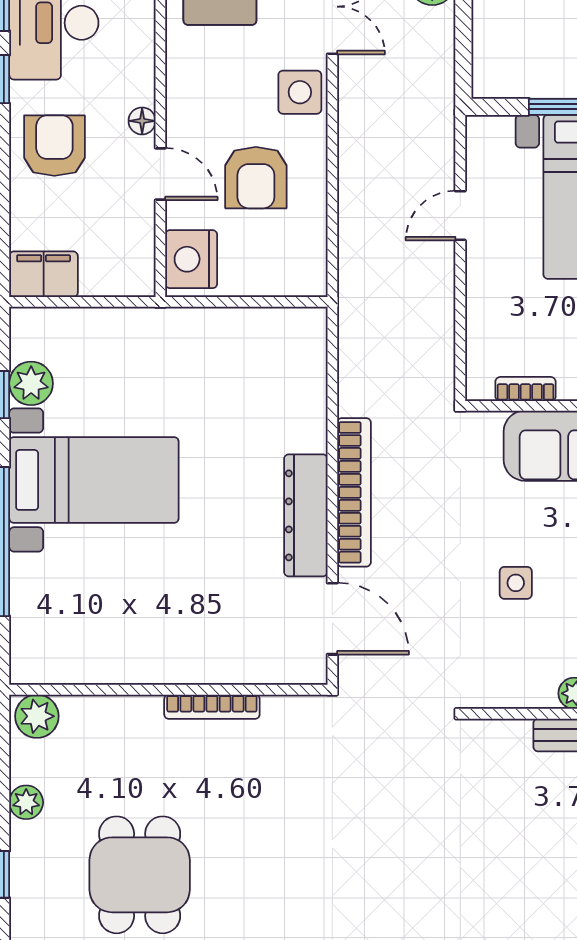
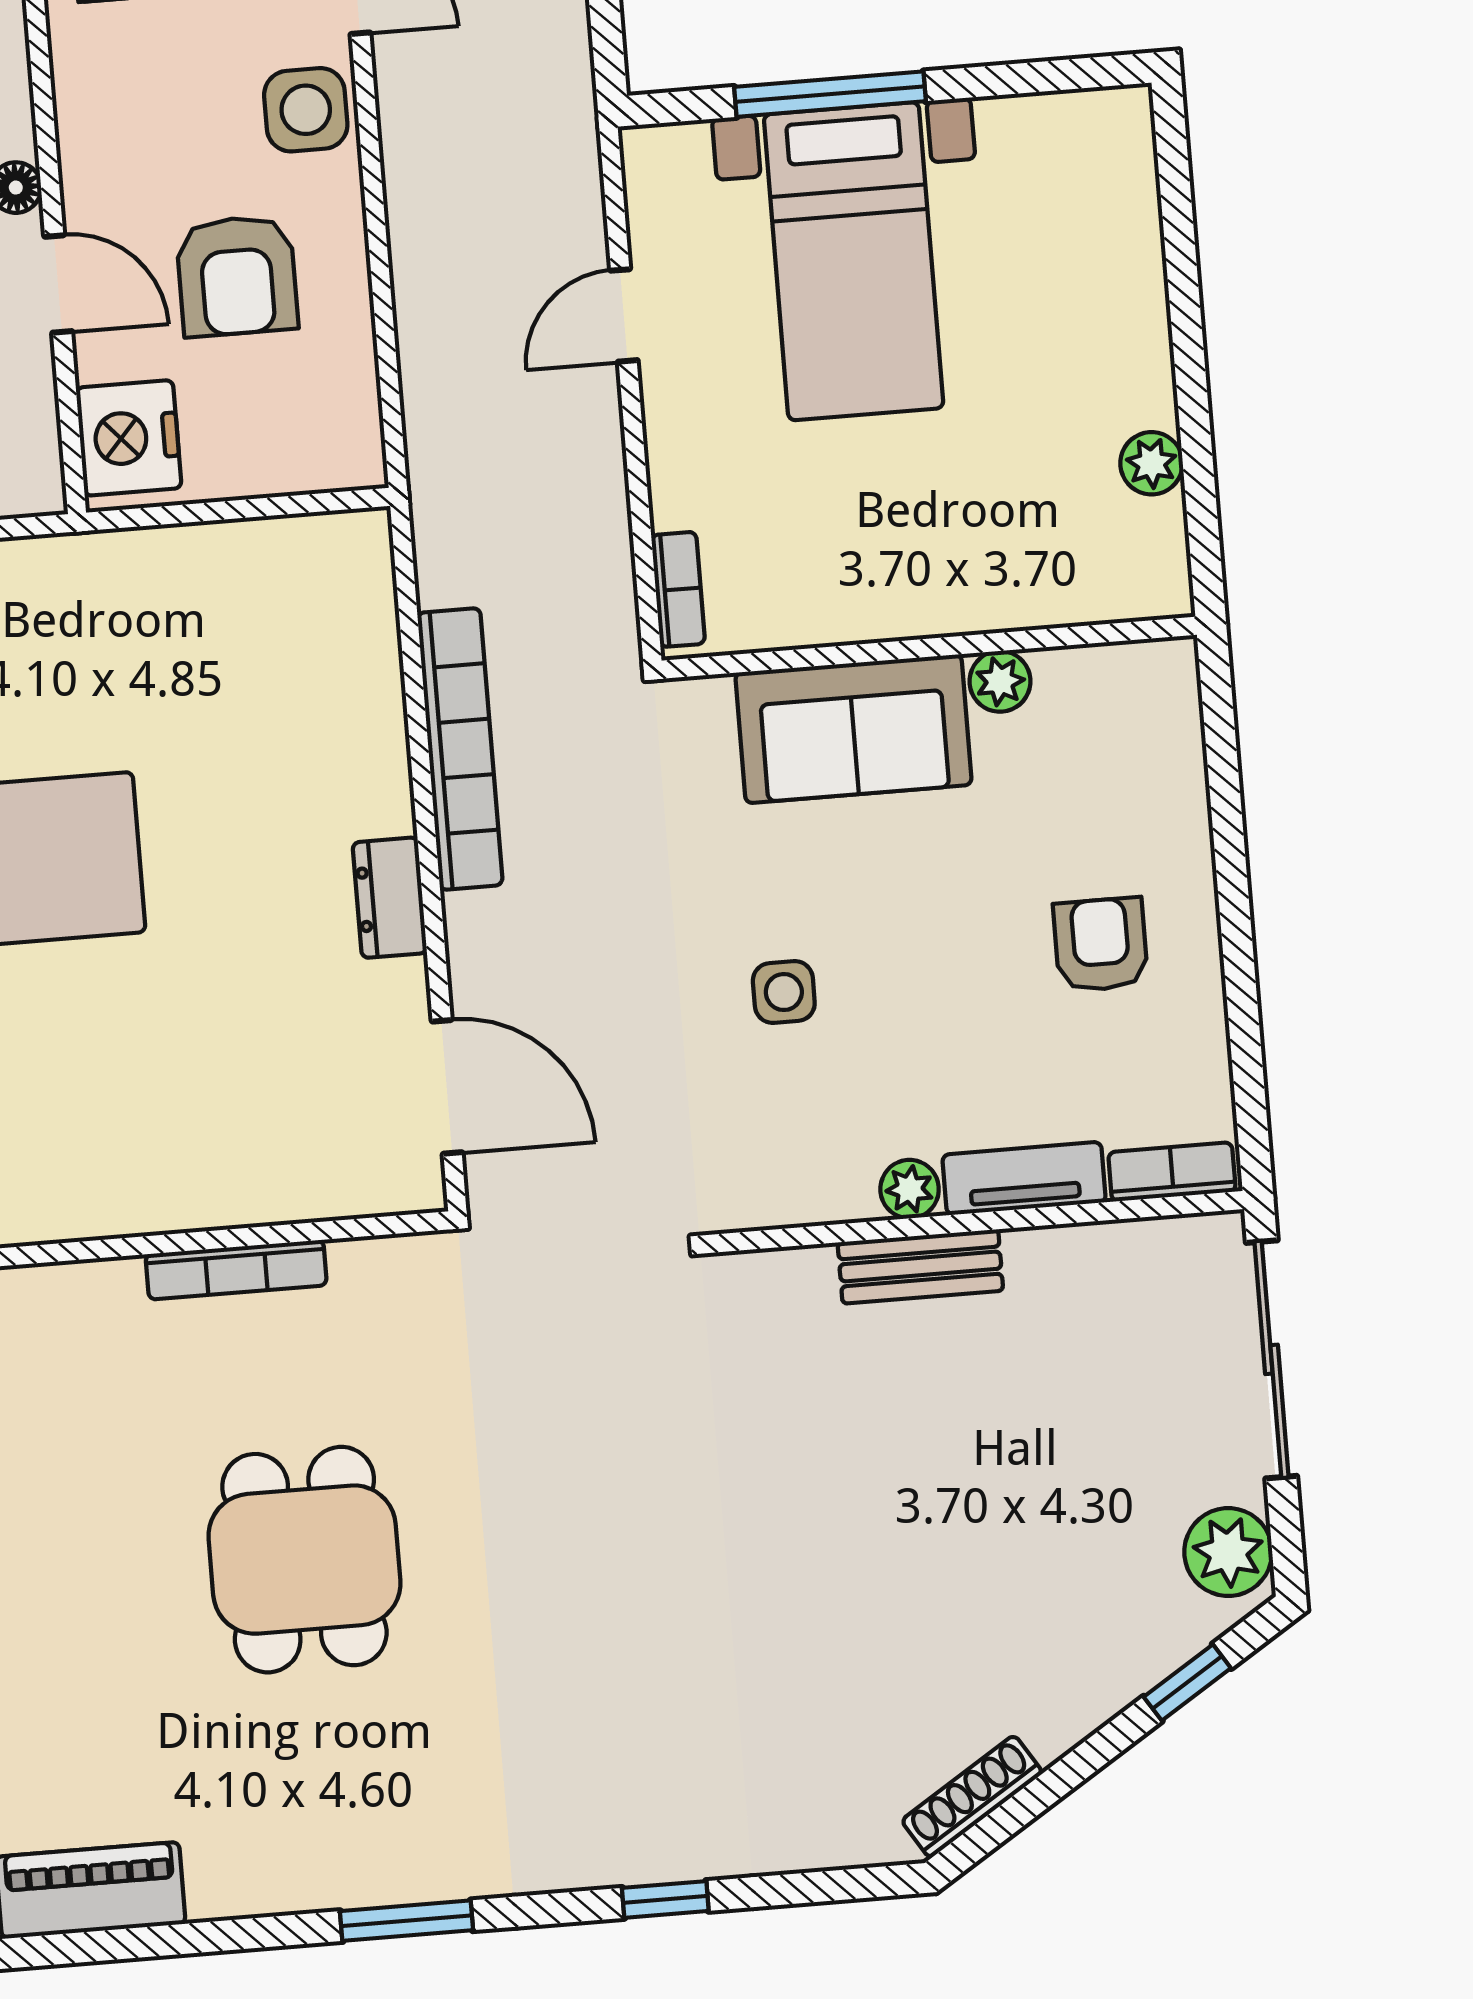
bookcase: (526, 389) -> (678, 589), moved, turned 90
bookcase: (354, 492) -> (460, 749), moved
dresser: (306, 515) -> (390, 898), width x0.51, depth x0.80
dining table: (140, 875) -> (304, 1560), moved

